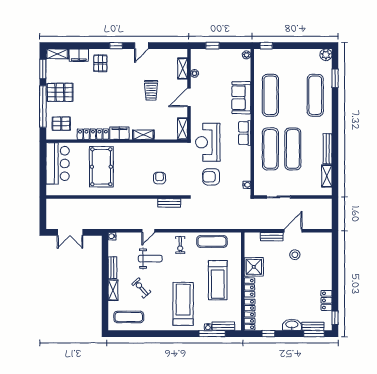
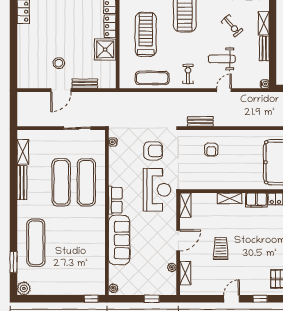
exercise mat: (270, 95) -> (86, 243), removed
sofa: (241, 98) -> (119, 240), width x1.36

